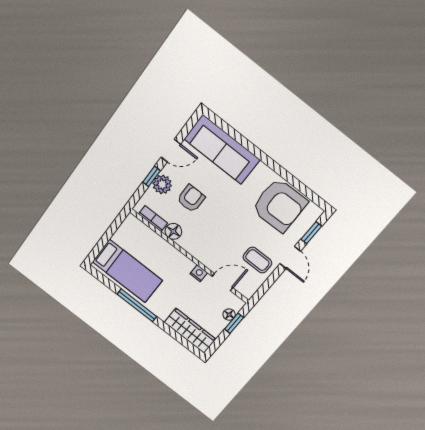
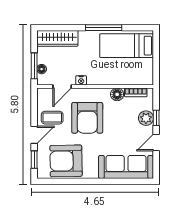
armchair: (191, 199) -> (87, 118), moved, width x1.88, depth x1.88
door: (290, 257) -> (34, 135), swing flipped
window: (234, 323) -> (34, 66), width x1.50

